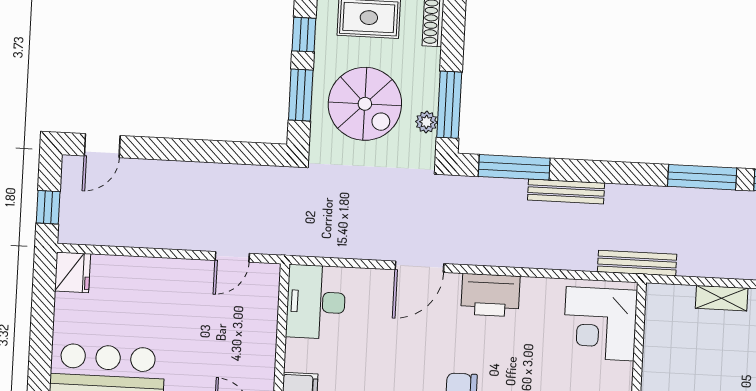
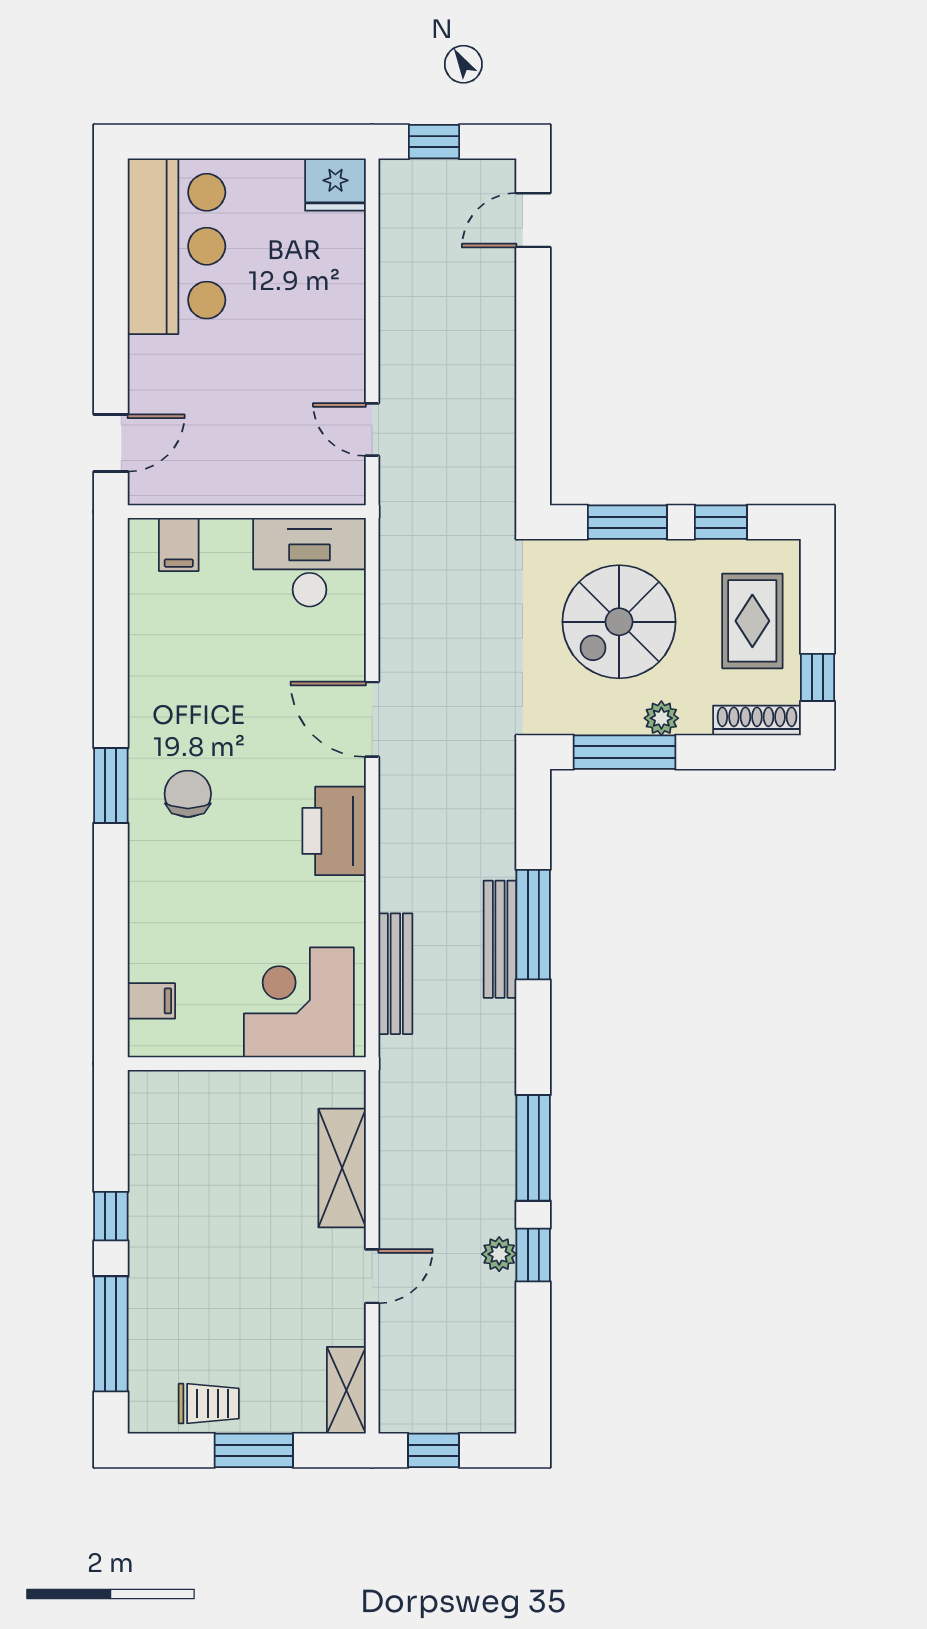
plant: (426, 122) -> (661, 718), moved
door: (102, 146) -> (533, 220), hinge flipped
window: (514, 167) -> (533, 925), moved
bench: (637, 263) -> (395, 974), moved
shelving: (722, 298) -> (342, 1168), width x1.50, depth x1.33

